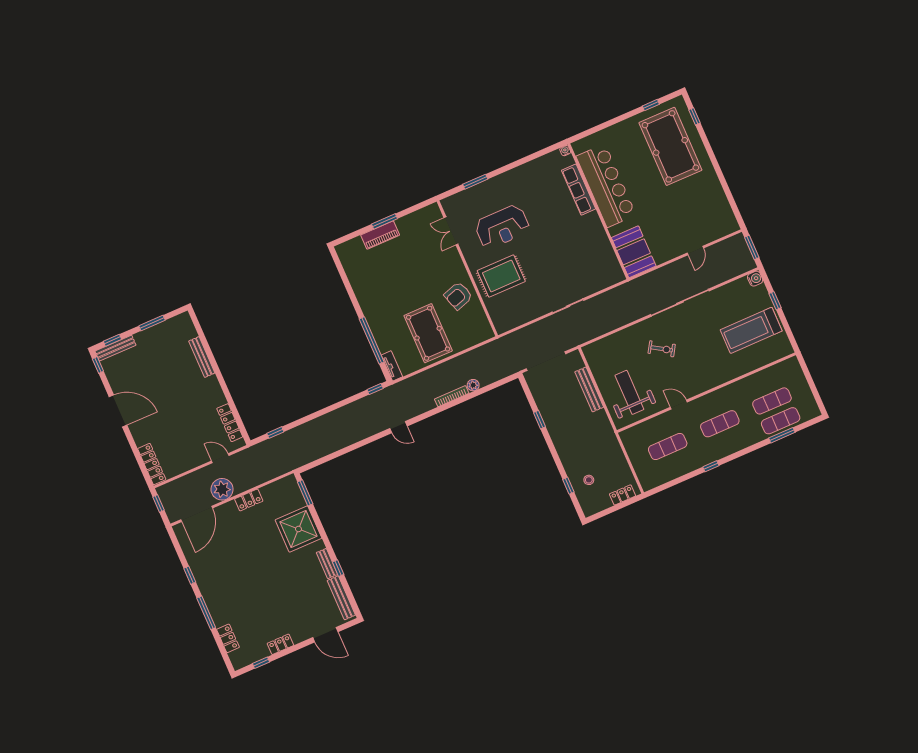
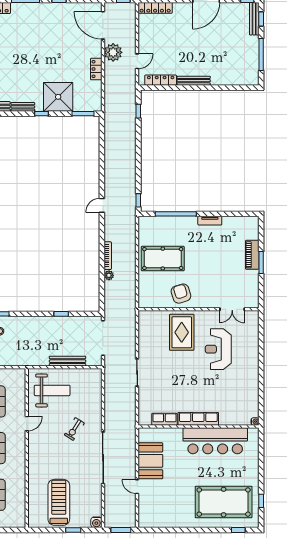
window: (475, 182) -> (261, 344), removed
row of seats: (579, 190) -> (198, 419), moved
double door: (451, 231) -> (232, 309), swing flipped
booth: (634, 252) -> (150, 461), moved, turned 90
row of seats: (607, 253) -> (164, 419), added
window: (152, 323) -> (261, 54), width x1.44
bench: (202, 357) -> (194, 81), moved
tv unit: (392, 366) -> (210, 221), moved
window: (338, 568) -> (42, 114), moved

